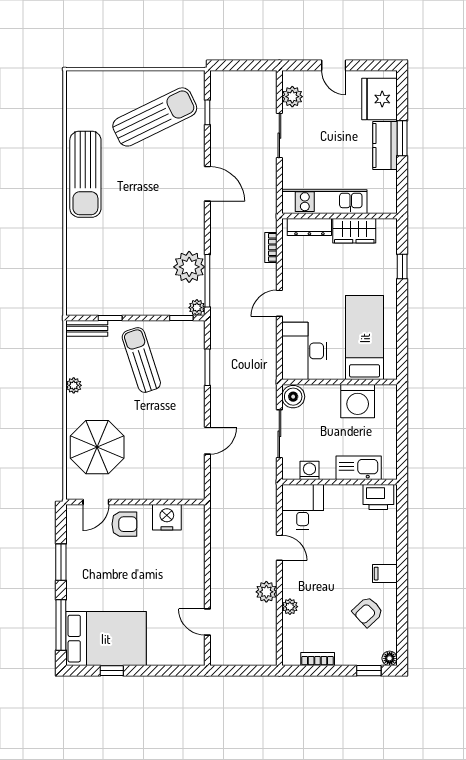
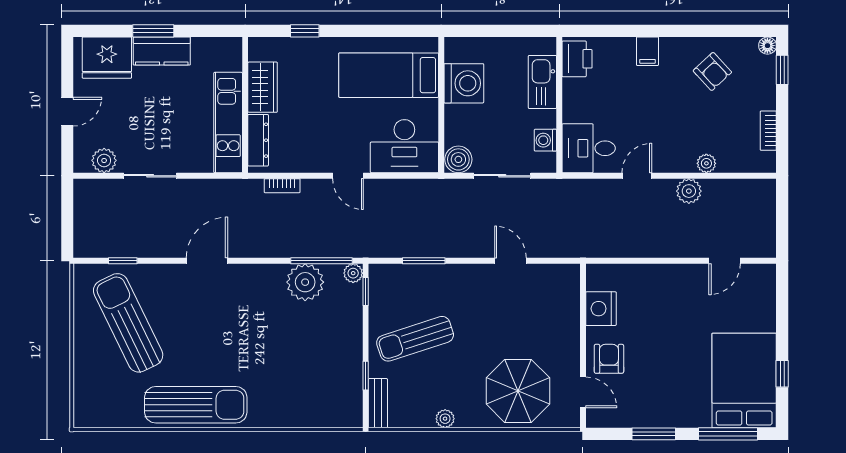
filing cabinet: (385, 574) -> (647, 51), moved

